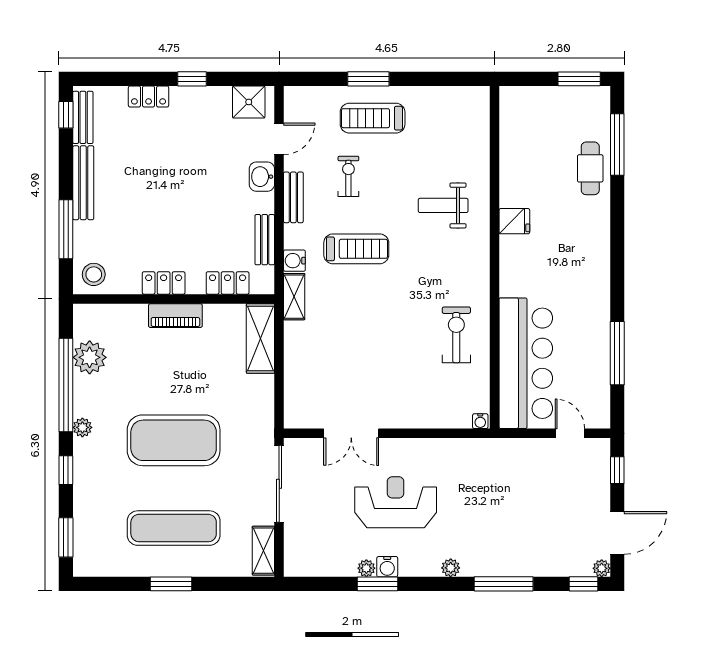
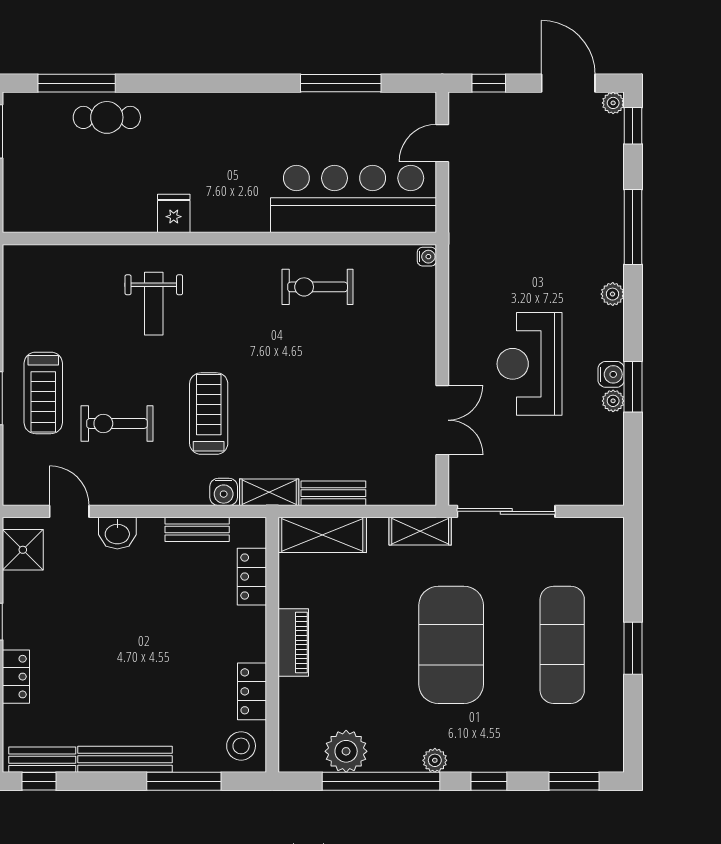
exercise bike: (348, 176) -> (117, 423), width x1.38, depth x1.39
bench: (293, 197) -> (333, 493), moved
locker: (164, 283) -> (252, 691), moved
shelving: (263, 551) -> (420, 531), moved

